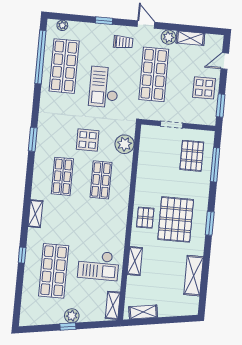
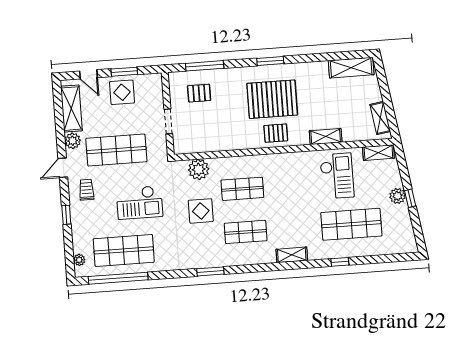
shelving: (190, 38) -> (71, 109), width x1.50, depth x1.33
window: (221, 106) -> (124, 72), moved
pallet: (192, 156) -> (199, 93), width x0.67, depth x0.71
shelving: (194, 276) -> (351, 68), moved

